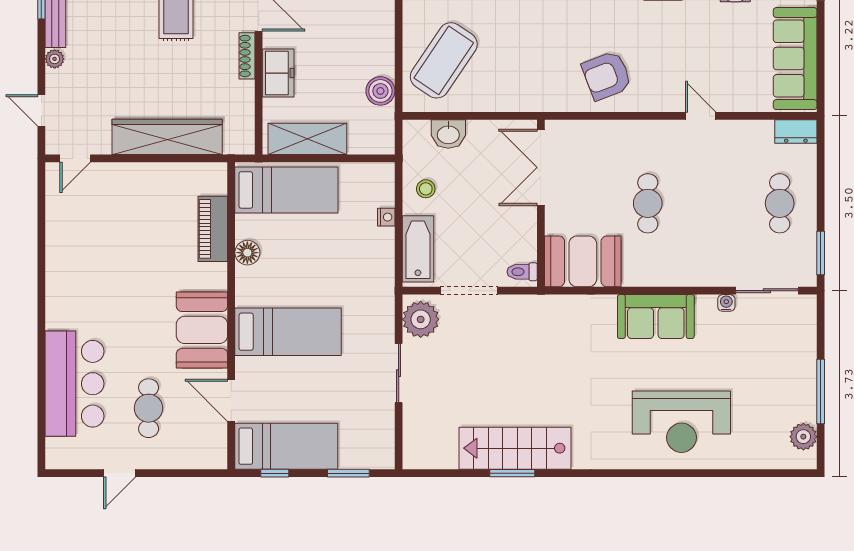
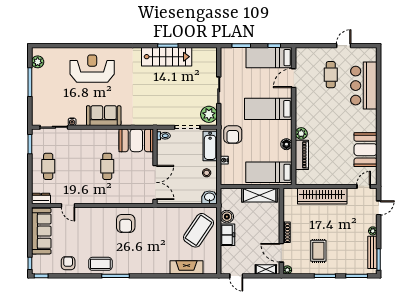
freezer: (278, 73) -> (227, 235), moved, turned 180
armchair: (607, 76) -> (126, 224), turned 111
door: (41, 110) -> (379, 208), hinge flipped
door: (701, 116) -> (68, 205), moved
washbasin: (448, 134) -> (209, 197), moved
armchair: (367, 274) -> (233, 135), added
plant: (214, 277) -> (301, 133), added
booth: (202, 330) -> (366, 150), moved
door: (231, 400) -> (294, 78), swing flipped

